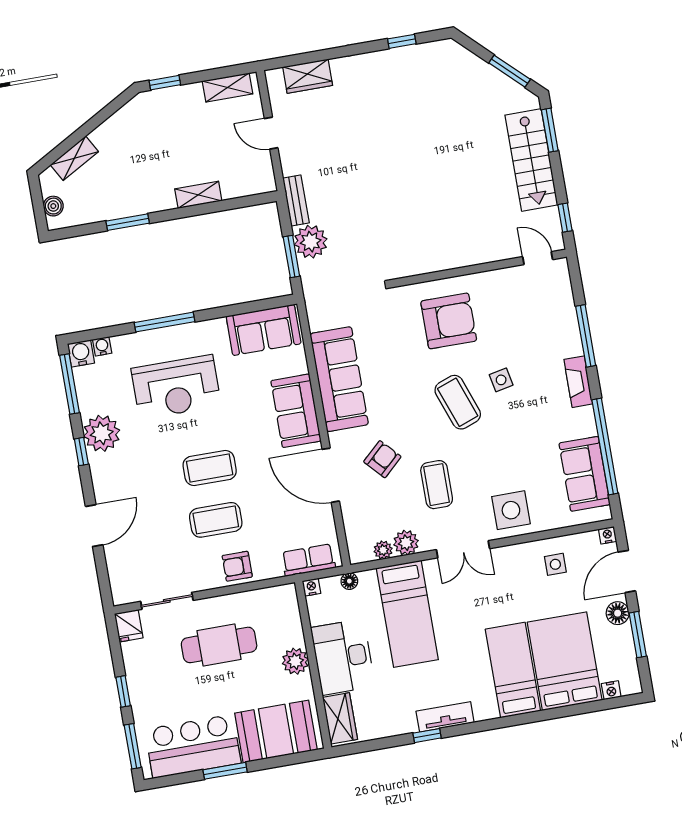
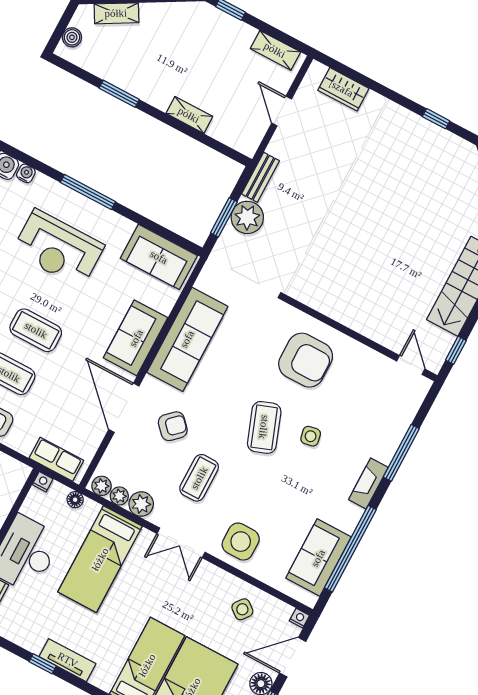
plant: (362, 553) -> (102, 486), added
side table: (555, 564) -> (242, 609), turned 38

